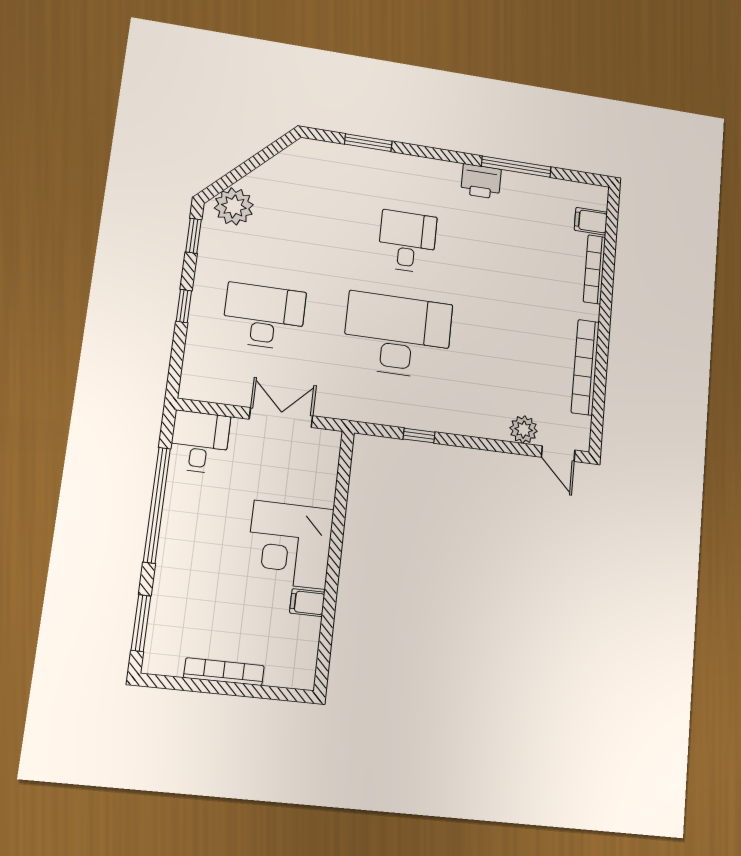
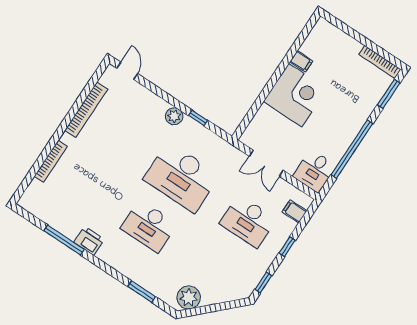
plant: (234, 206) -> (189, 297), moved
filing cabinet: (591, 221) -> (294, 211), moved, turned 180
desk: (407, 242) -> (149, 226), width x1.37
plant: (524, 430) -> (174, 116), moved
bookcase: (224, 672) -> (380, 62), moved

